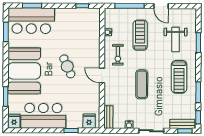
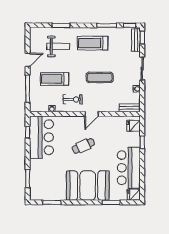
bar counter: (31, 21) -> (41, 137), moved
treadmill: (179, 77) -> (93, 43), turned 180

